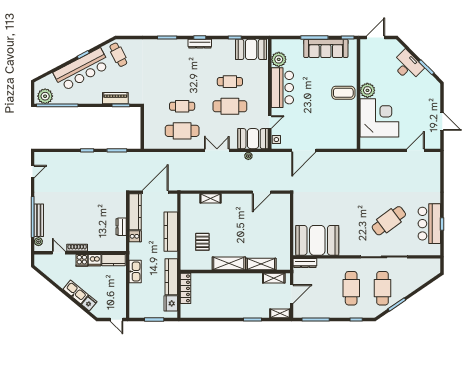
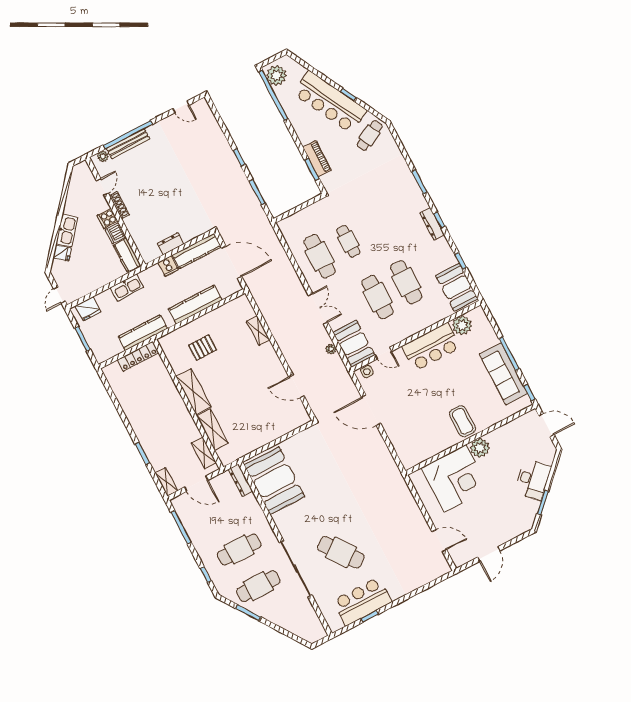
cafe table: (230, 82) -> (406, 282), width x1.37, depth x1.35
fridge: (171, 303) -> (88, 309), moved, turned 180

